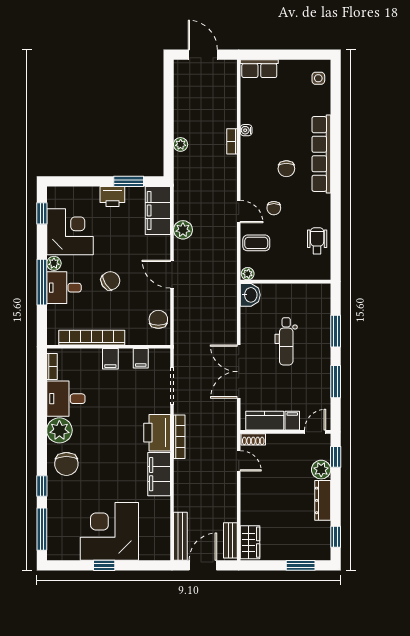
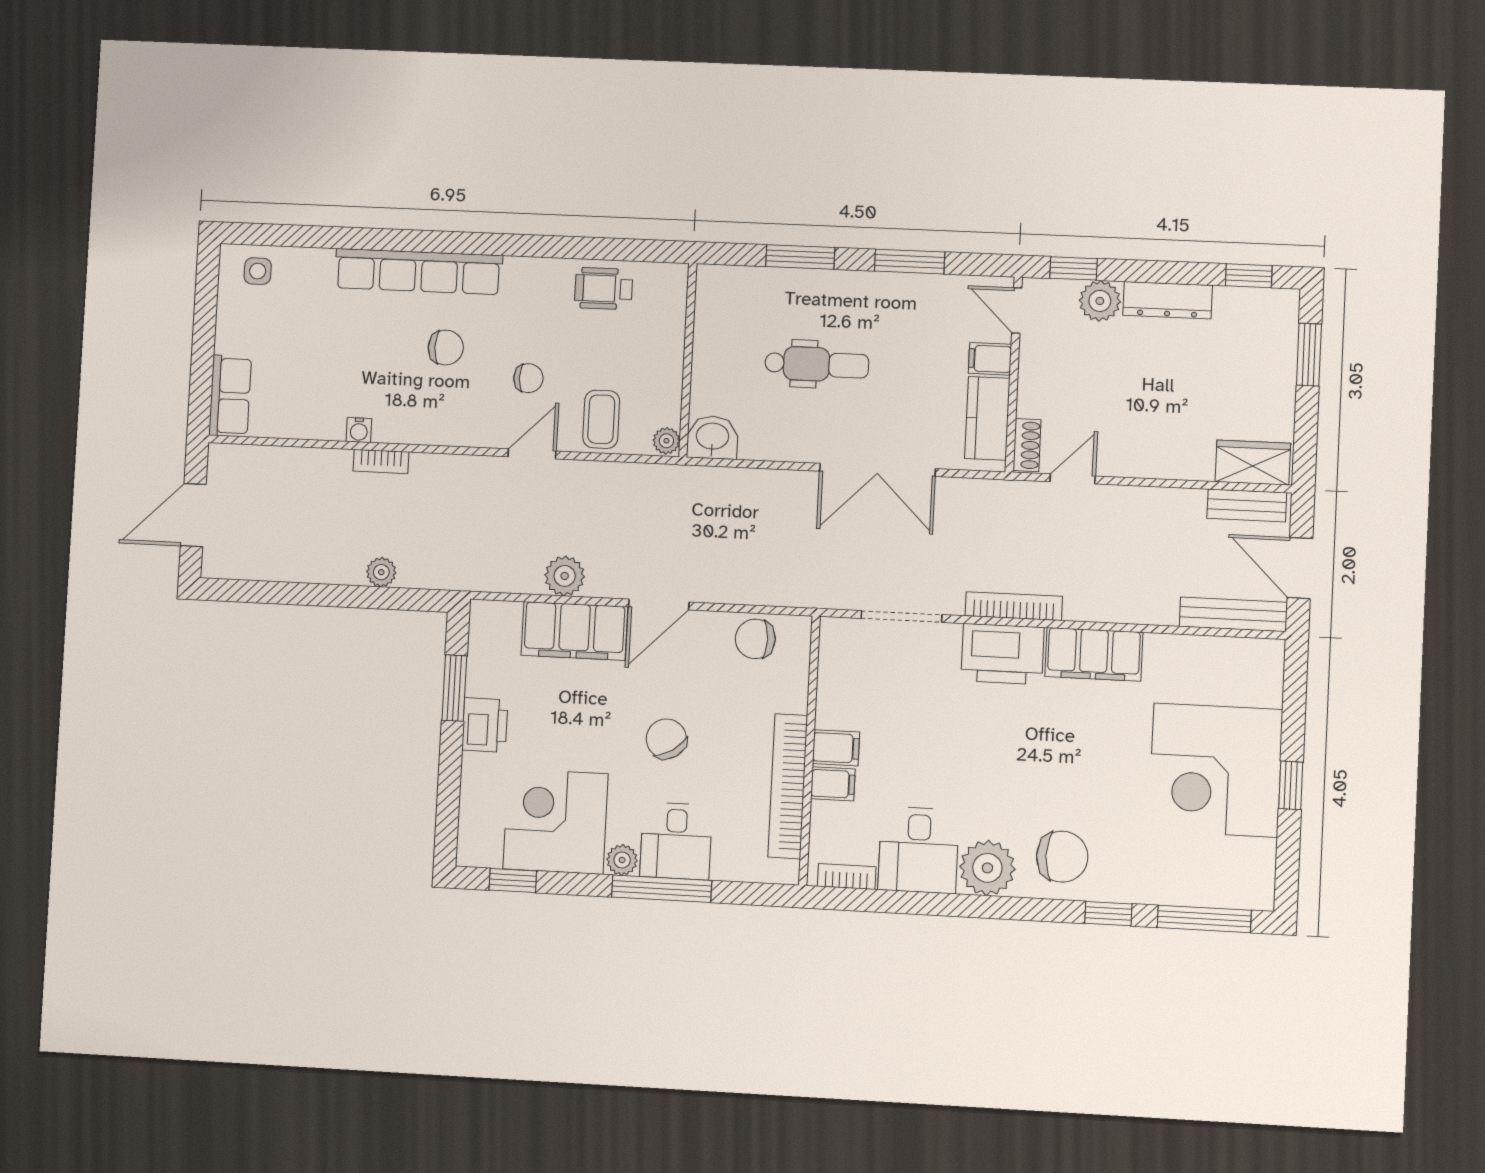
filing cabinet: (158, 211) -> (574, 631), moved
filing cabinet: (141, 358) -> (833, 784), moved

